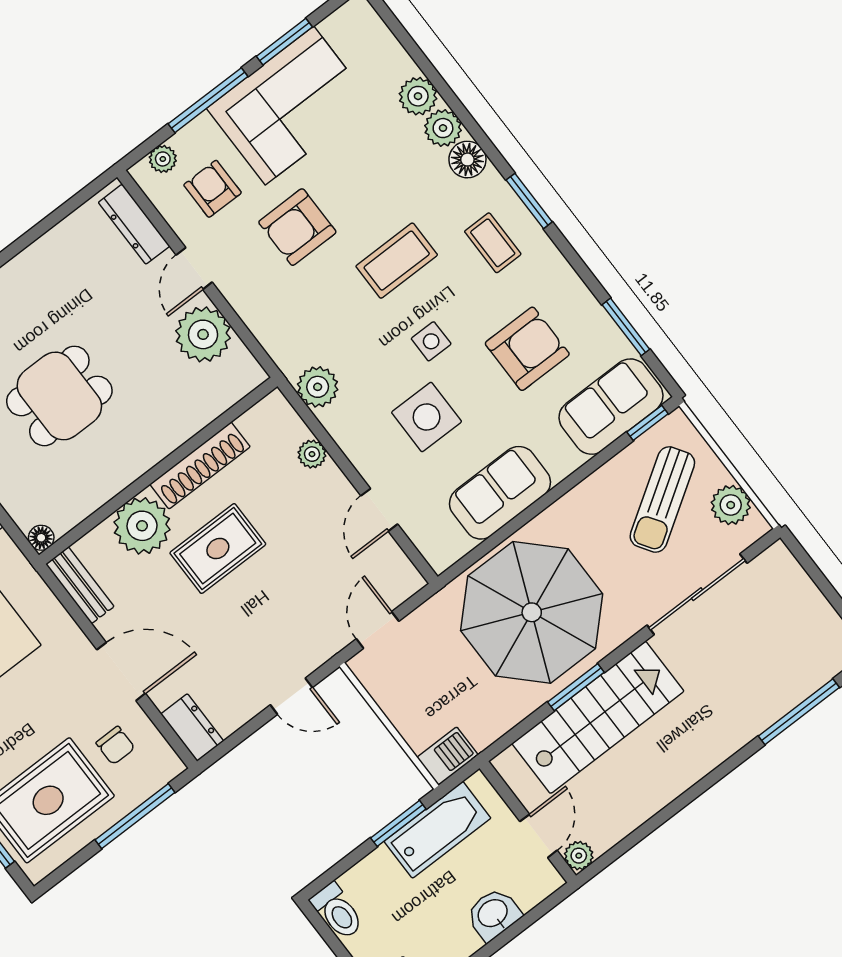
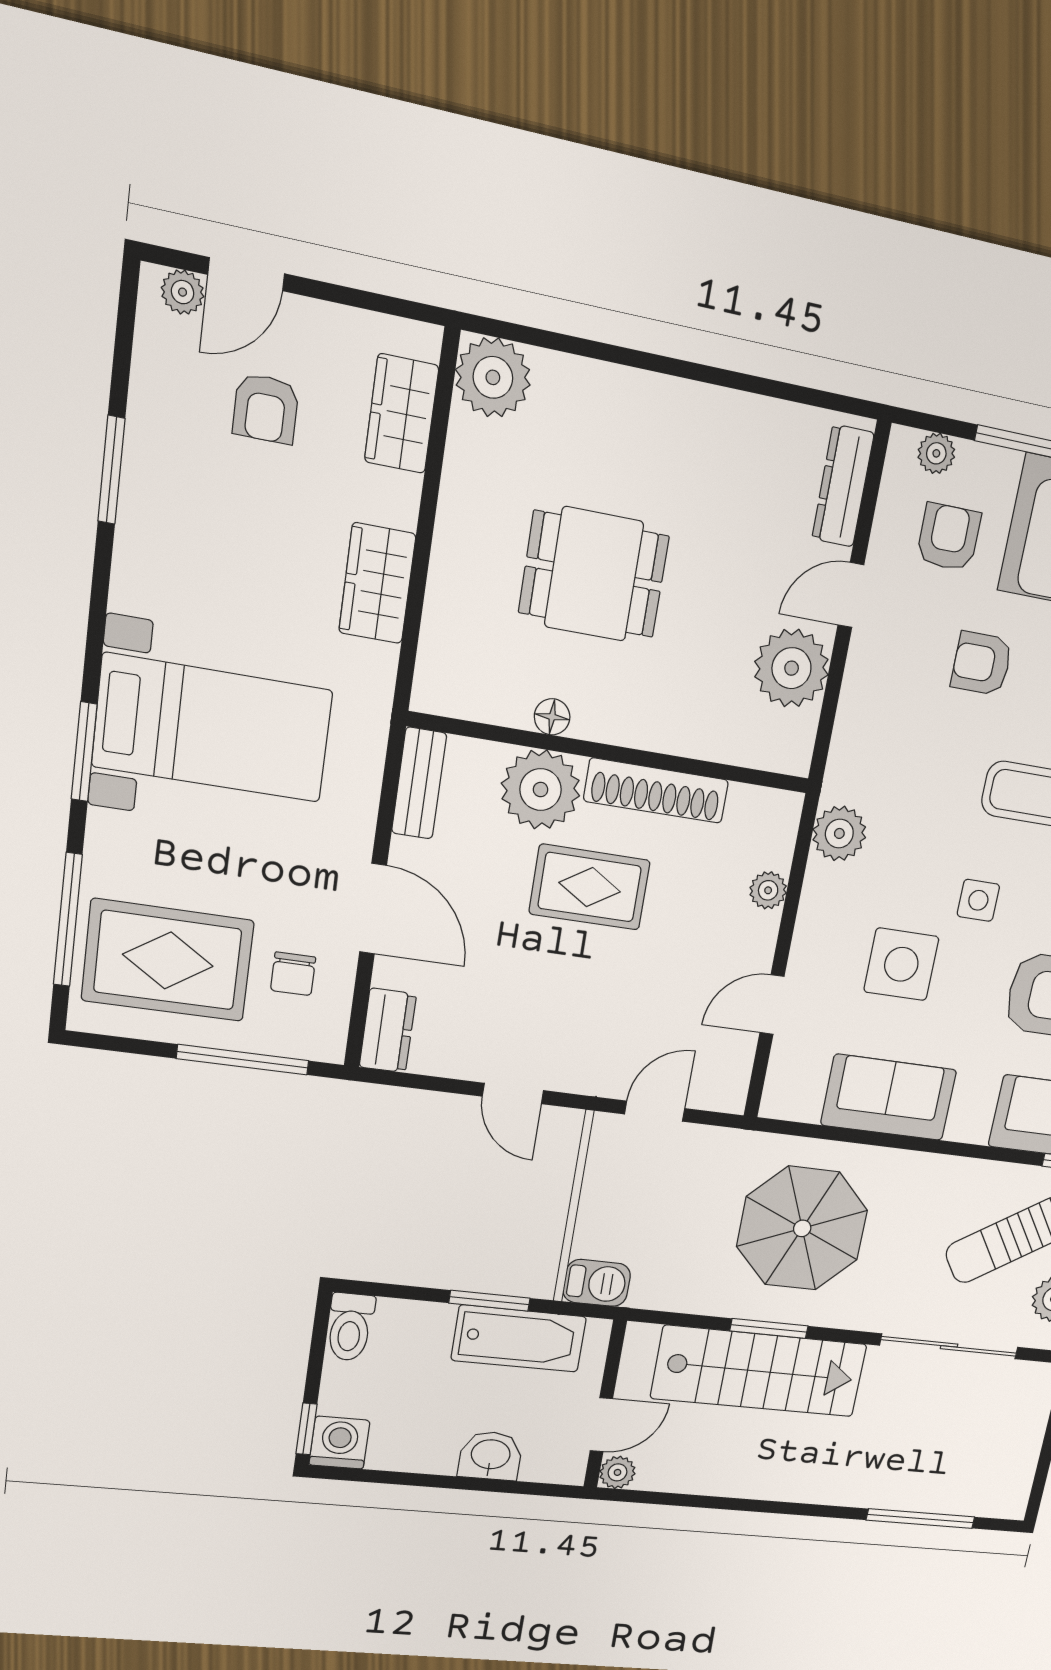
armchair: (297, 227) -> (982, 663), width x0.72, depth x0.72
floor lamp: (41, 538) -> (552, 717), moved
parasol: (532, 612) -> (802, 1228), width x0.73, depth x0.73

